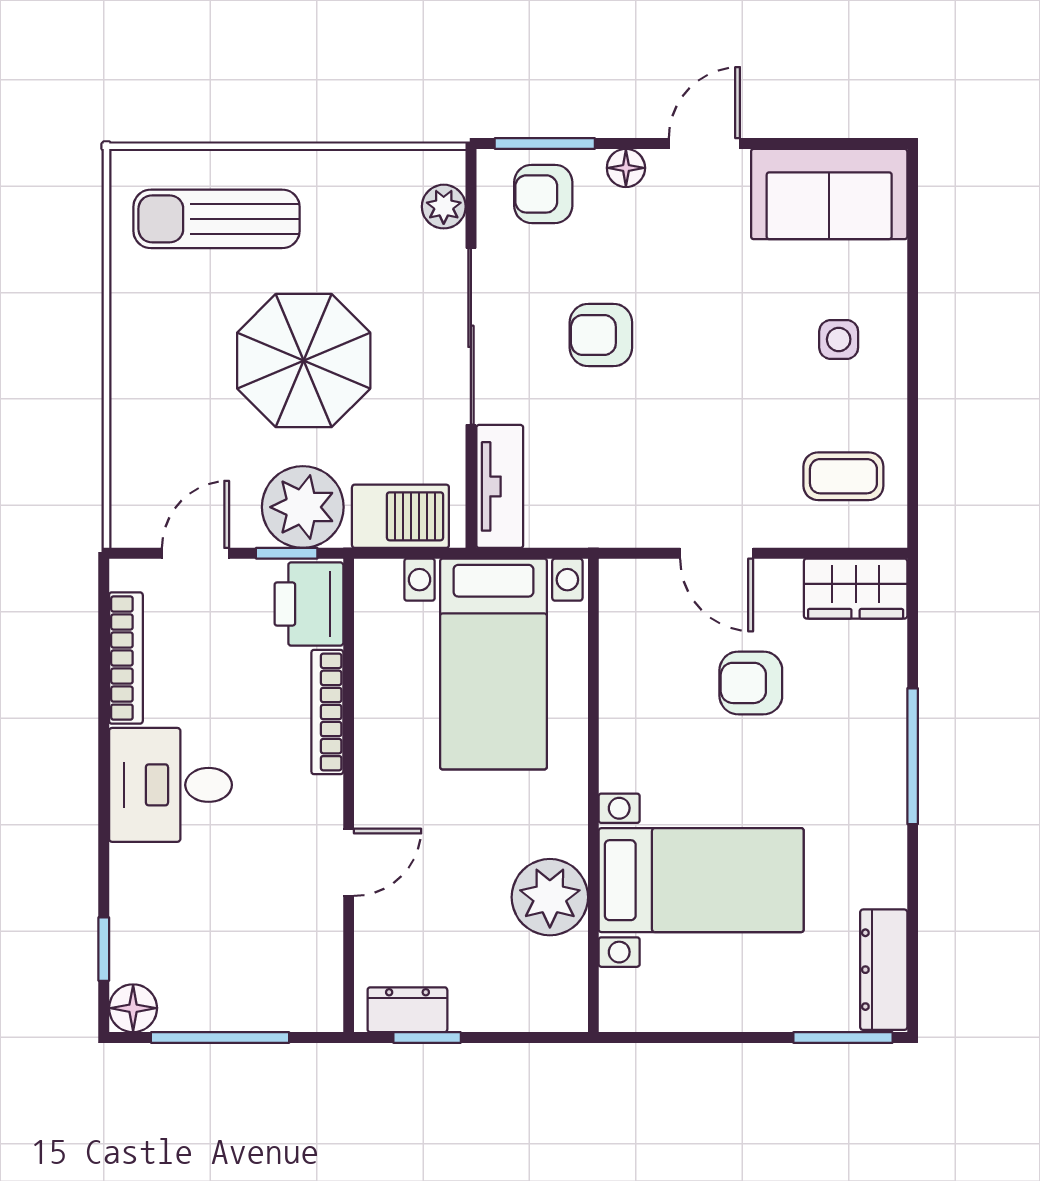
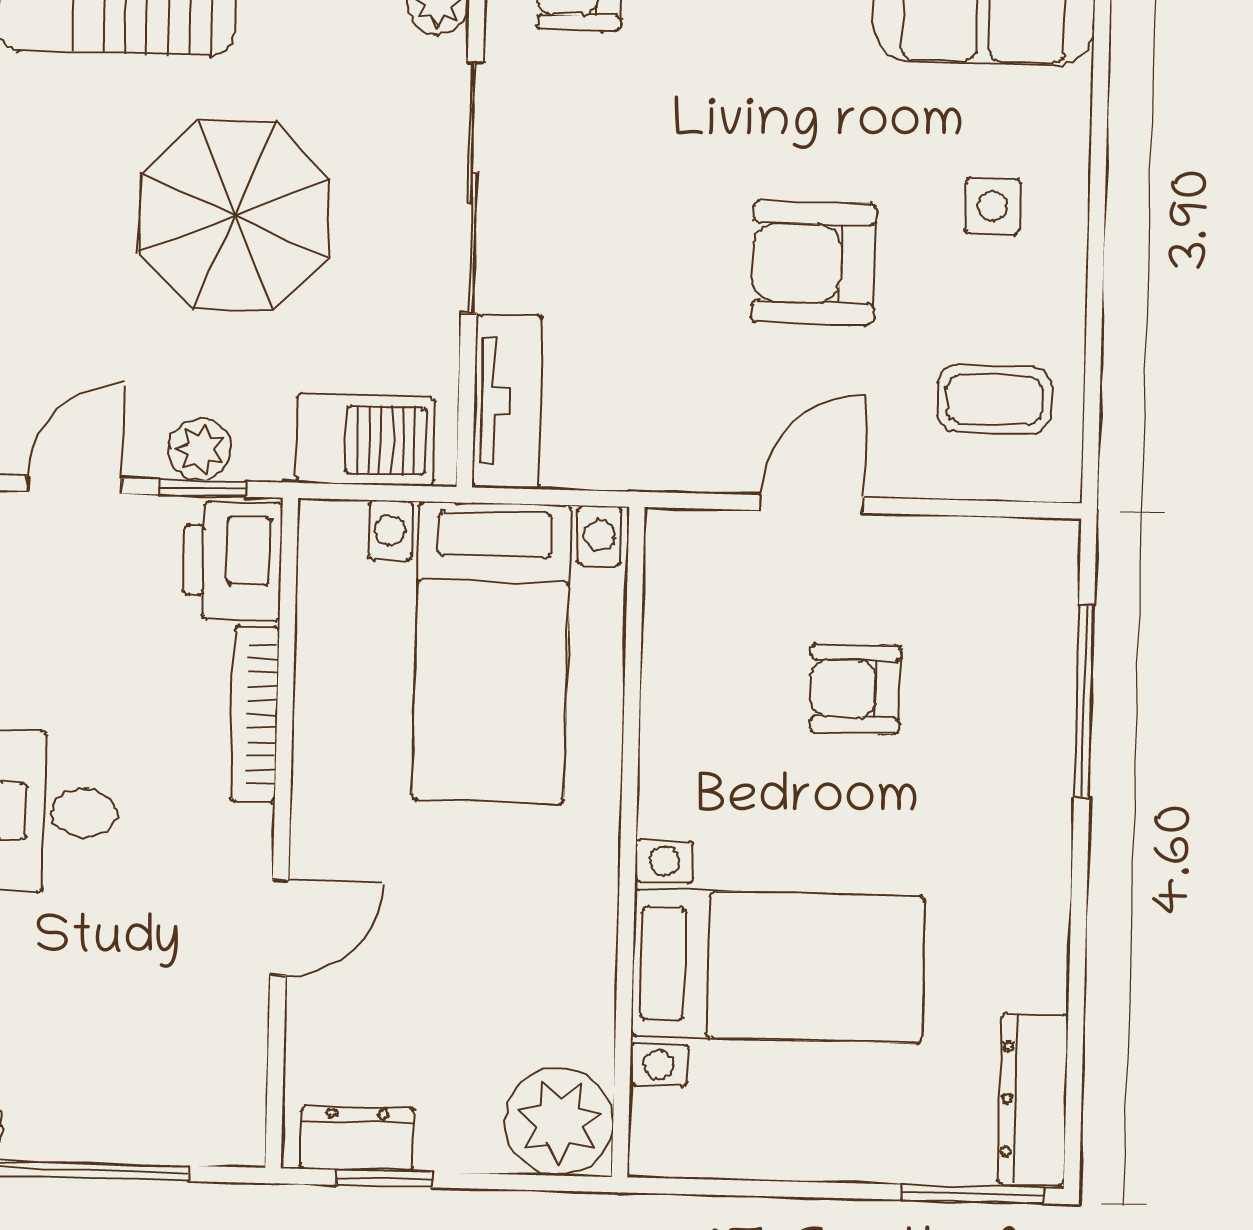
armchair: (601, 335) -> (814, 263), moved, width x1.38, depth x1.38
plant: (303, 507) -> (200, 449), width x0.53, depth x0.53
door: (717, 553) -> (812, 504), swing flipped
wardrobe: (856, 589) -> (1007, 559), removed
window: (913, 756) -> (1084, 702), moved
plant: (550, 897) -> (559, 1122), moved

